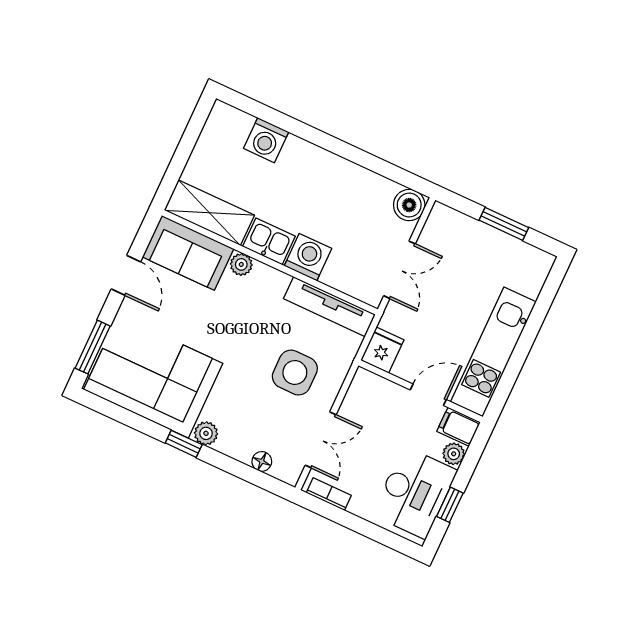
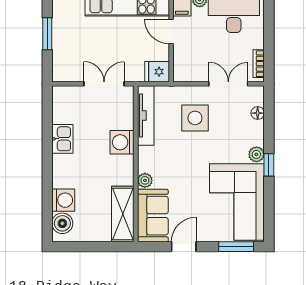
boiler: (409, 205) -> (62, 223), moved
kitchen sink: (269, 241) -> (62, 139), moved, turned 180

